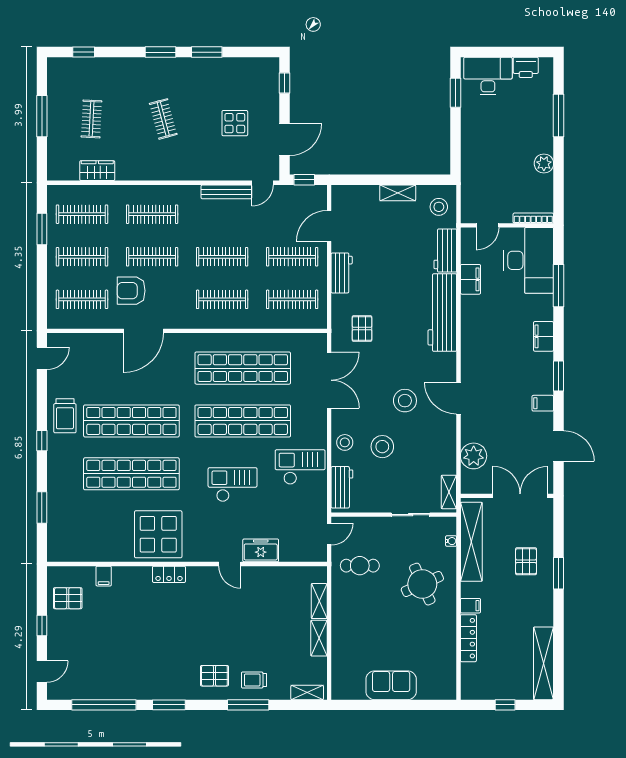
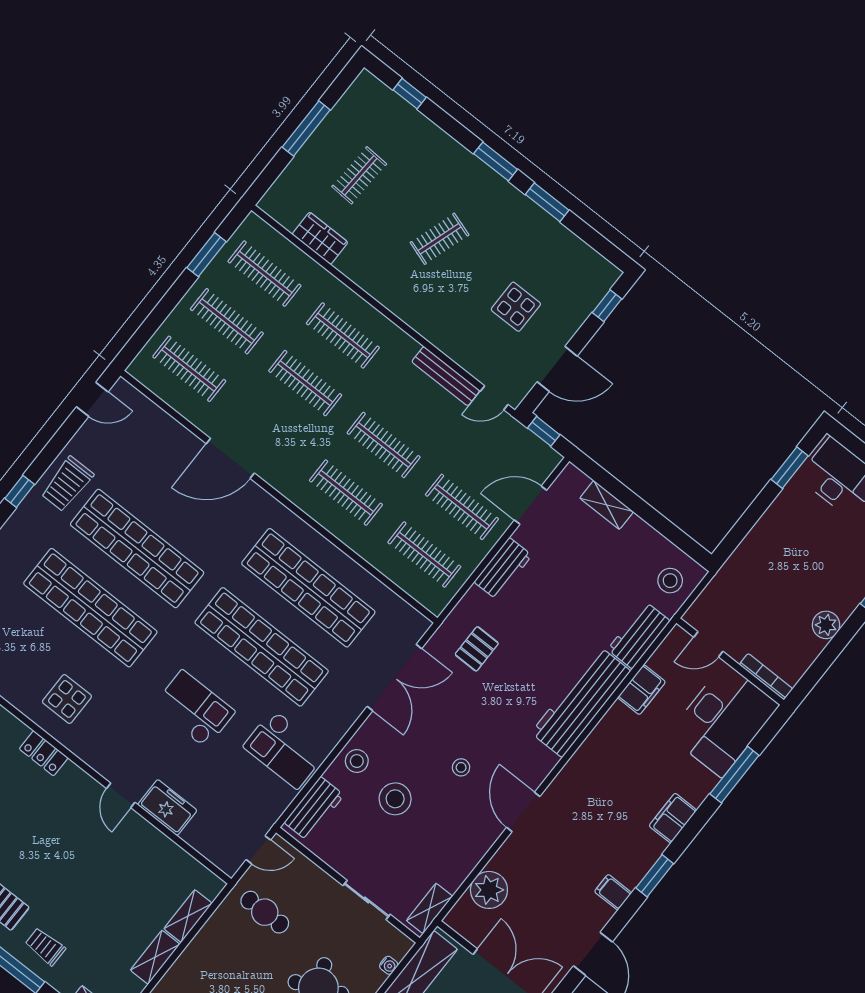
clothes rail: (163, 119) -> (440, 239), turned 33
shelving: (398, 193) -> (607, 505), moved
armchair: (131, 291) -> (252, 402), removed
stool: (405, 401) -> (461, 767), width x0.53, depth x0.53
checkout: (300, 467) -> (285, 749), turned 180
display table: (158, 534) -> (67, 699), width x0.54, depth x0.54

